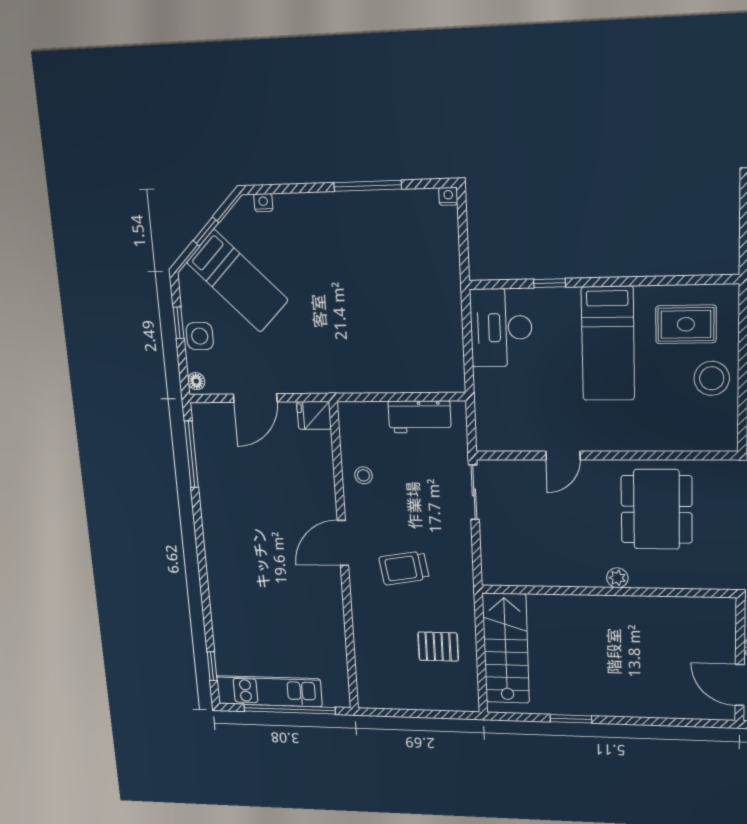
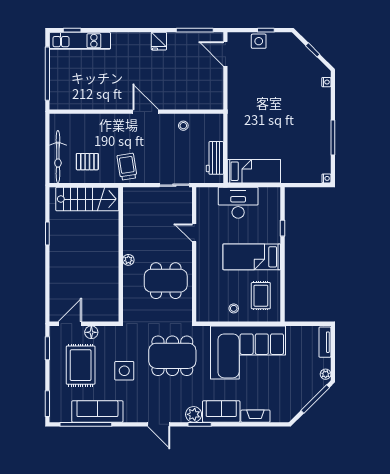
bed: (237, 281) -> (254, 171), moved, turned -135
desk: (501, 328) -> (238, 203), moved
stool: (712, 378) -> (234, 308), width x0.53, depth x0.53
floor lamp: (196, 381) -> (235, 37), removed
door: (255, 398) -> (225, 54), moved
fridge: (314, 415) -> (159, 41), moved, turned 180
trolley: (404, 568) -> (127, 167), moved
pallet: (438, 647) -> (87, 162), turned 90
kitchen unit: (269, 691) -> (80, 41), moved, turned 90
bicycle: (432, 696) -> (58, 157), added

